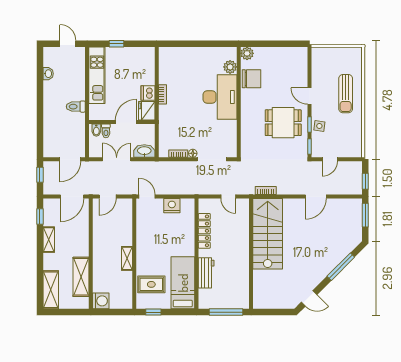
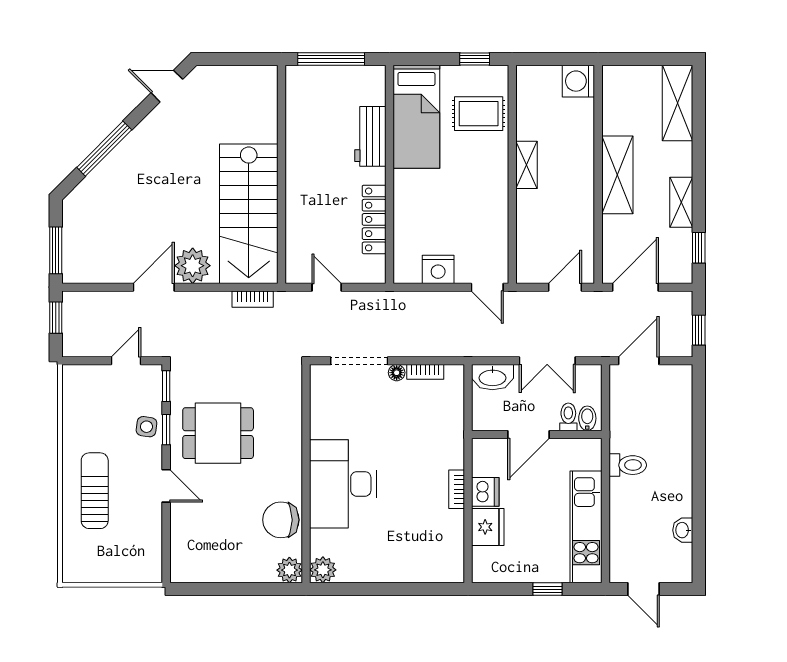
plant: (230, 67) -> (323, 570), moved
fridge: (147, 111) -> (488, 527), moved
plant: (296, 207) -> (193, 266), added
shelving: (81, 277) -> (617, 175), moved

